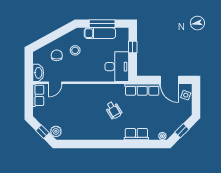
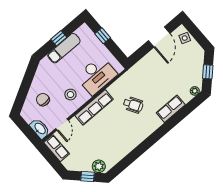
window: (102, 24) -> (59, 38), width x0.46
stool: (75, 50) -> (70, 95), moved
desk: (117, 67) -> (97, 75), moved, turned 90
door: (169, 80) -> (159, 37), hinge flipped
row of seats: (142, 90) -> (94, 107), moved

